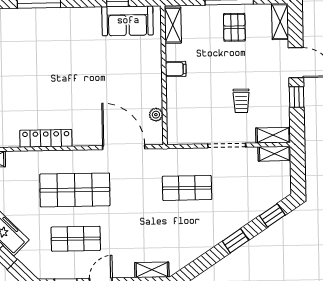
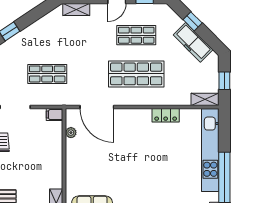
filing cabinet: (176, 69) -> (55, 115), moved
locker: (46, 138) -> (166, 115), width x0.66

